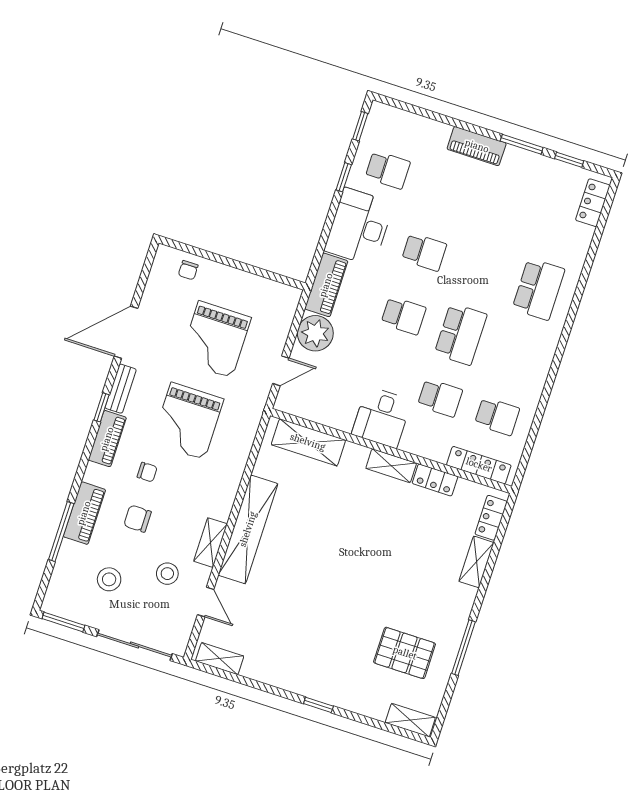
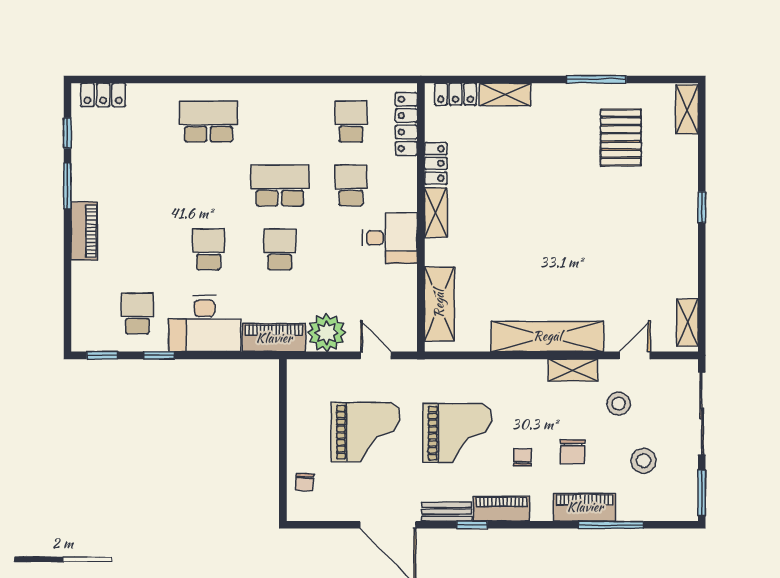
chair: (188, 270) -> (305, 482), turned 93

